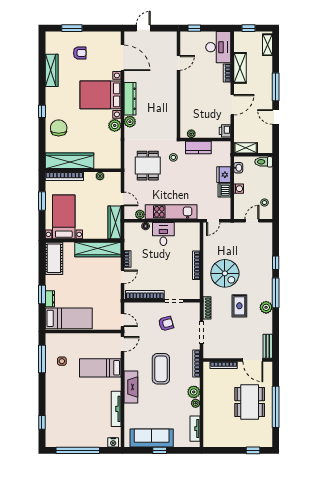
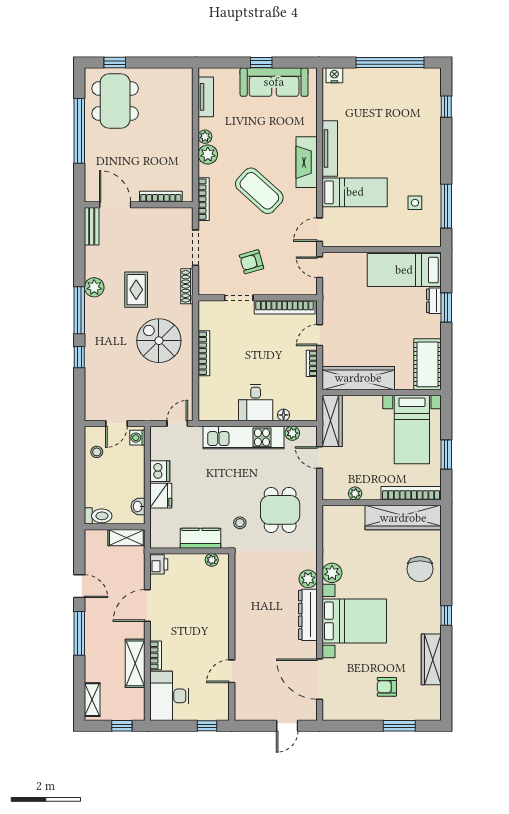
window: (42, 111) -> (446, 616), moved
washing machine: (239, 189) -> (137, 438), moved
coffee table: (161, 369) -> (259, 191), turned -48
dining table: (250, 402) -> (115, 101), moved
tv unit: (116, 409) -> (330, 149), moved

